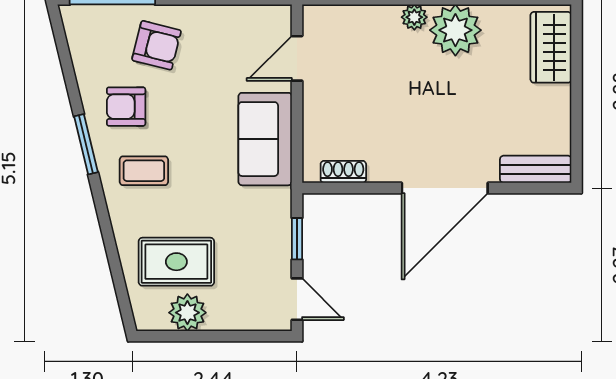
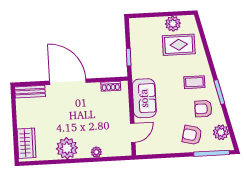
plant: (414, 17) -> (96, 152), moved
plant: (87, 48) -> (221, 132), added
armchair: (126, 107) -> (203, 109), turned 180
door: (445, 188) -> (68, 82), hinge flipped
door: (297, 299) -> (127, 32), removed

